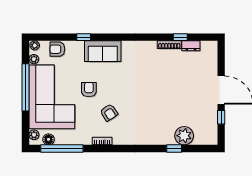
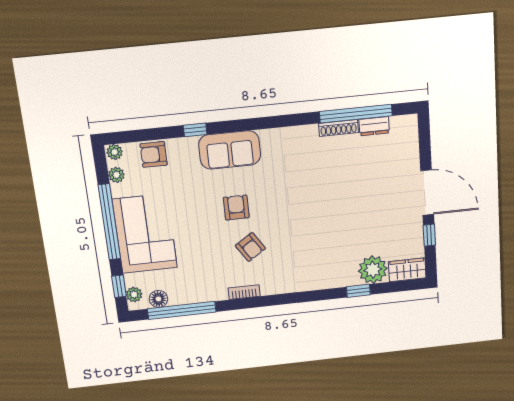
window: (180, 37) -> (356, 114), width x3.17
armchair: (89, 90) -> (236, 208), moved
corner sofa: (52, 97) -> (145, 234), width x0.73, depth x0.74
window: (26, 128) -> (119, 286), added
wardrobe: (206, 138) -> (407, 270), added

